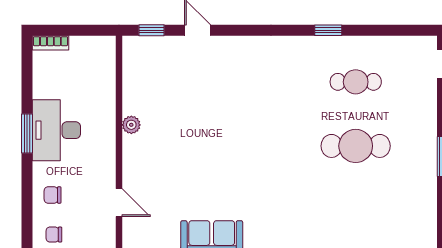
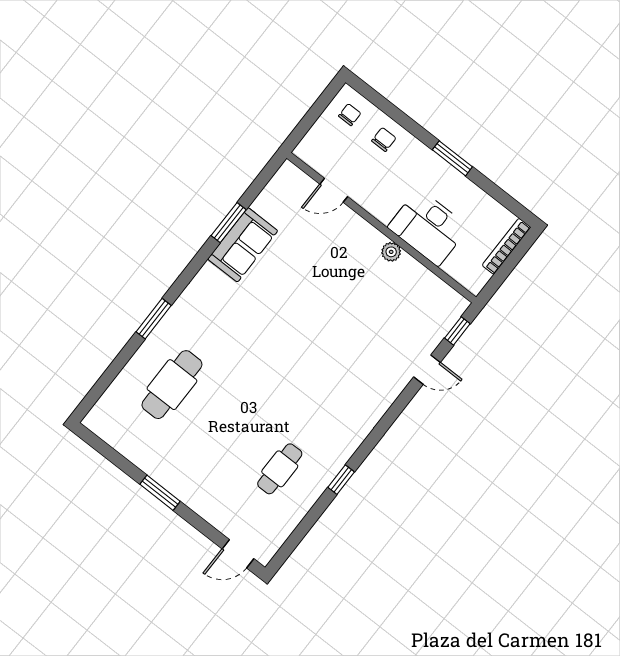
bookcase: (50, 43) -> (506, 246), width x1.56
desk: (56, 130) -> (428, 227), moved, turned 180
cafe table: (356, 146) -> (172, 385), moved

